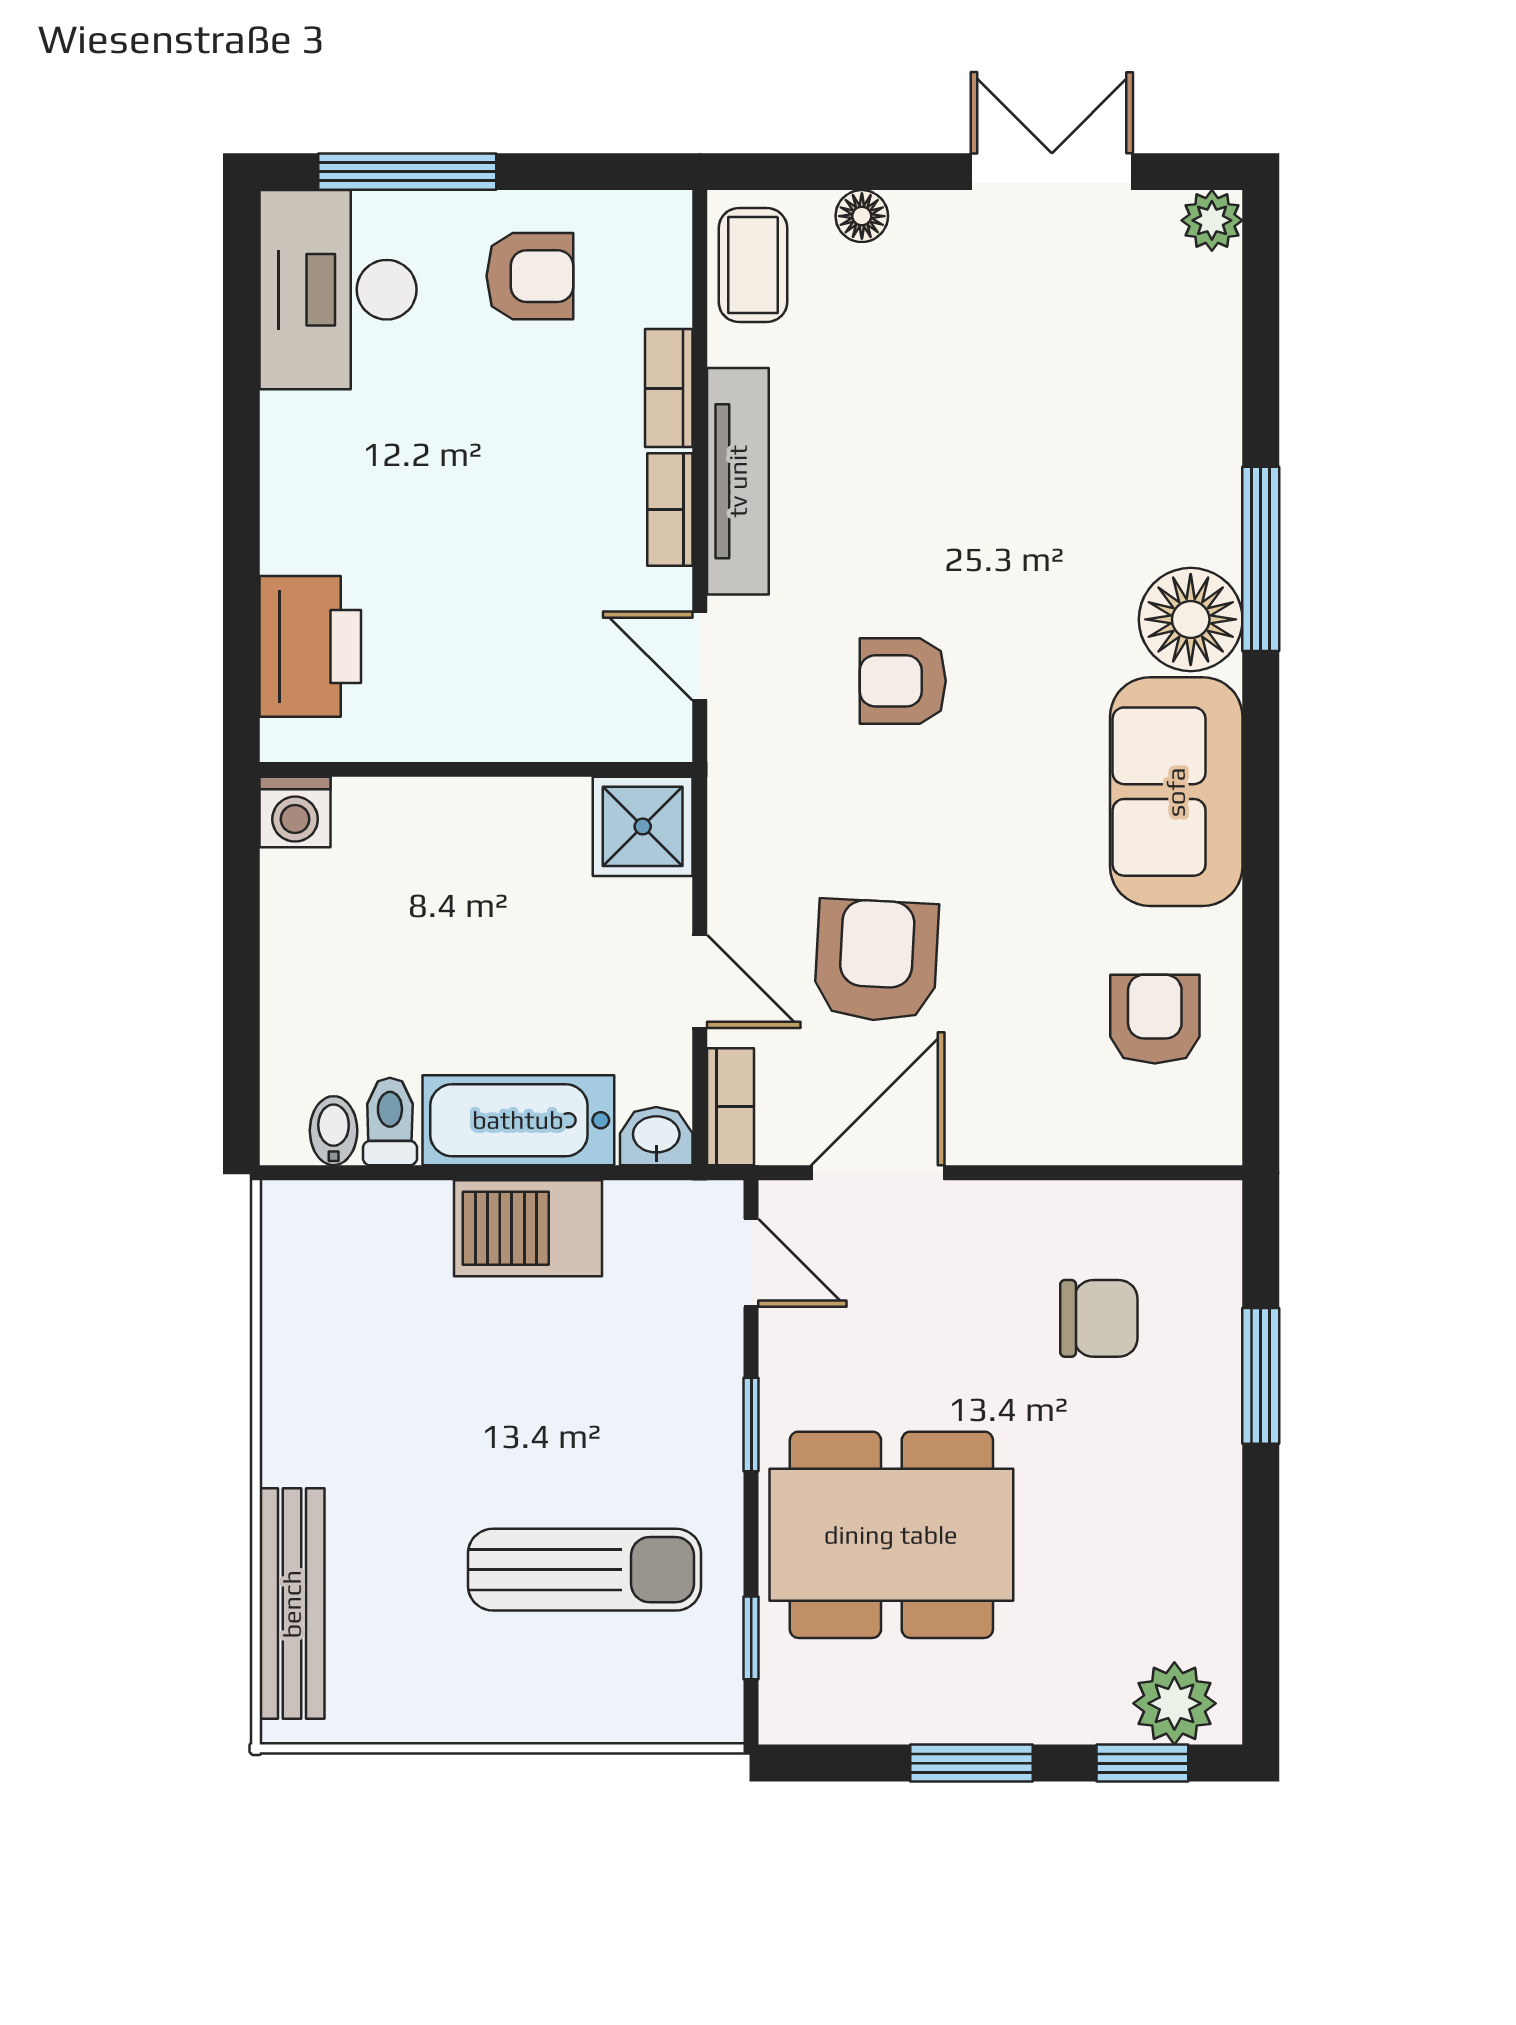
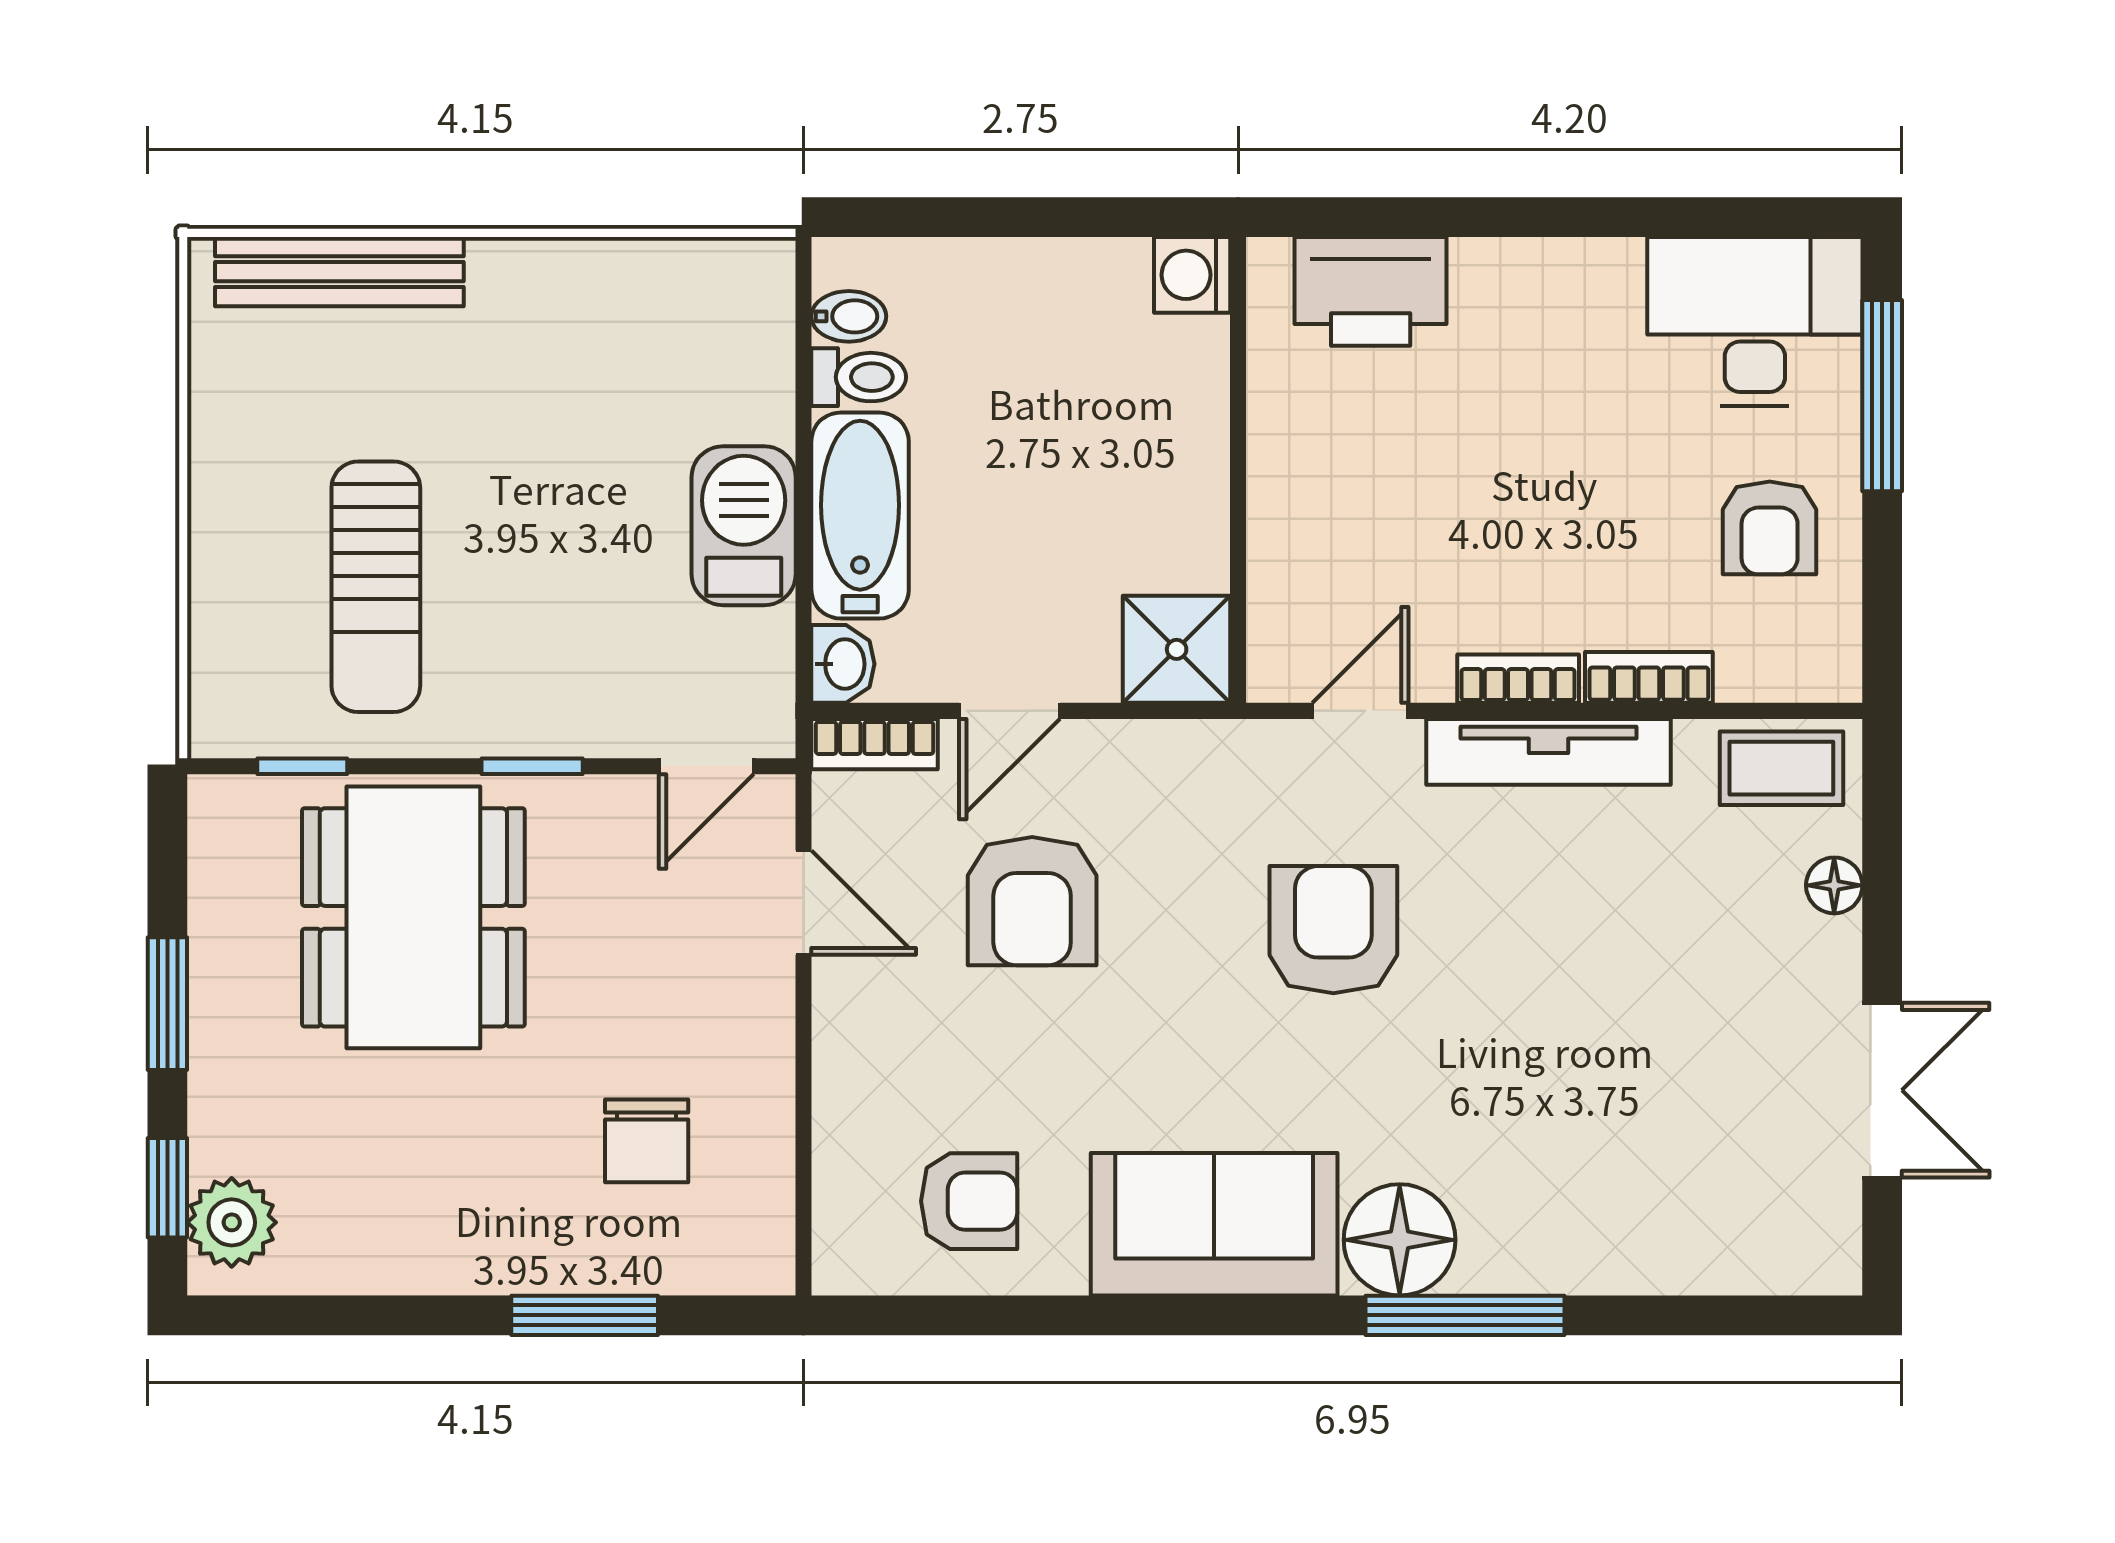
plant: (1212, 220) -> (1829, 1263), removed
armchair: (903, 681) -> (1333, 930), width x1.38, depth x1.38
armchair: (876, 961) -> (1032, 901), turned 87
door: (878, 1173) -> (804, 903), width x0.73

